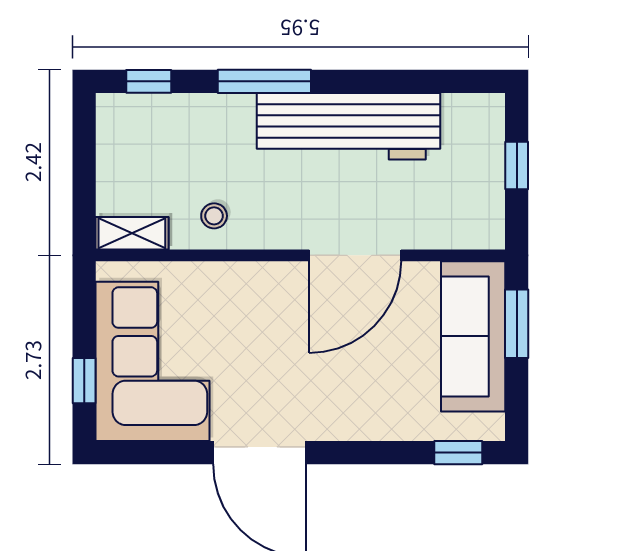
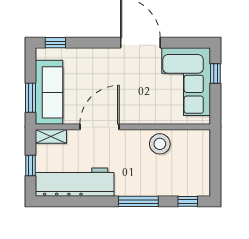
workbench: (349, 126) -> (75, 182), moved
stool: (214, 216) -> (160, 144), width x1.89, depth x1.89
shelving: (132, 233) -> (51, 136), moved

